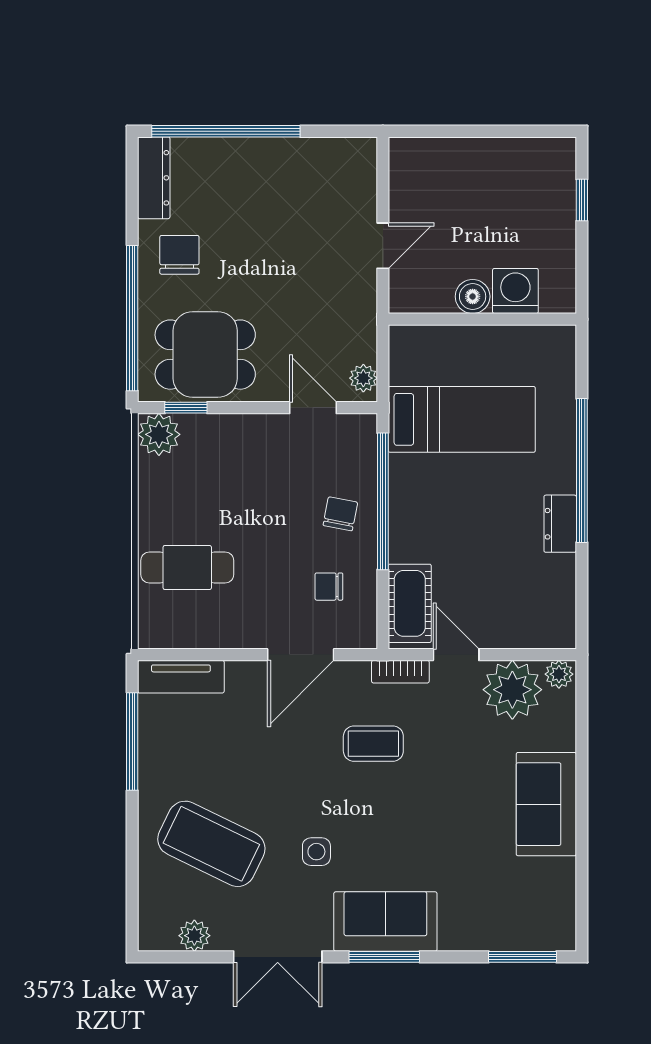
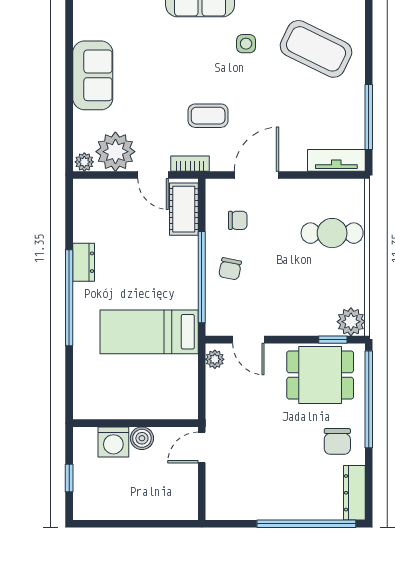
washing machine: (515, 291) -> (113, 442), moved
boiler: (473, 296) -> (142, 438), moved
wall: (482, 319) -> (135, 423), moved

